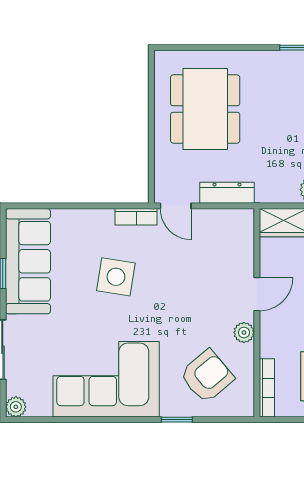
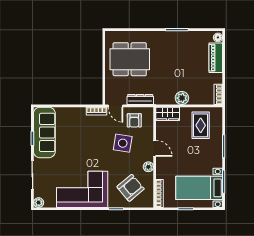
dining table: (205, 109) -> (130, 59), turned 90
armchair: (215, 236) -> (134, 120), added
side table: (116, 277) -> (123, 143), moved
door: (257, 294) -> (155, 148), hinge flipped

